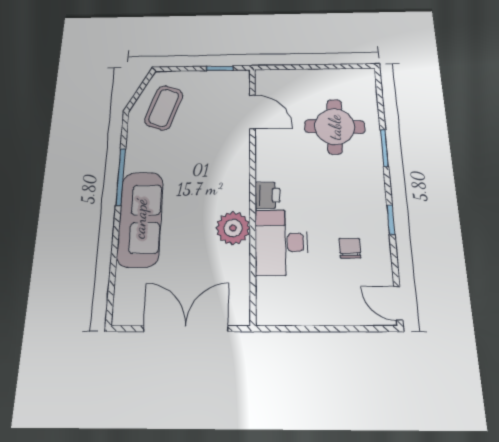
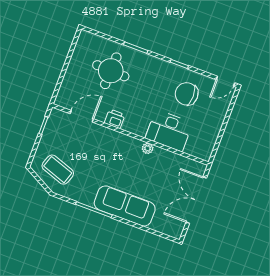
printer: (268, 195) -> (115, 119), moved
plant: (233, 228) -> (148, 148), width x0.53, depth x0.53
chair: (350, 248) -> (187, 94), width x1.87, depth x1.87

